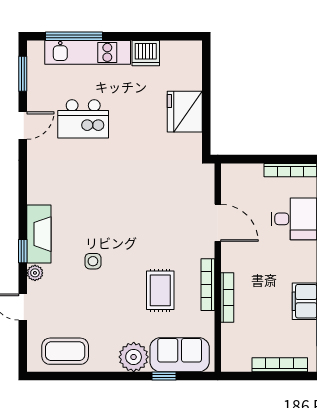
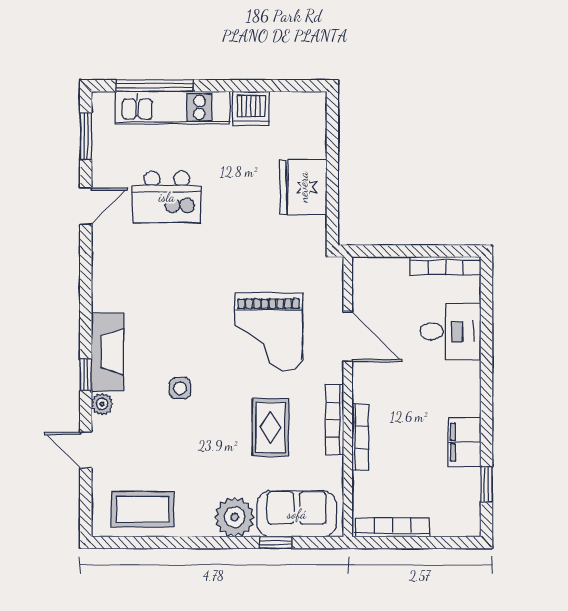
grand piano: (159, 219) -> (269, 332), added
bookcase: (280, 365) -> (393, 527), moved

